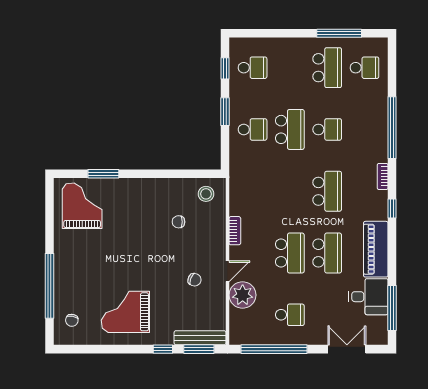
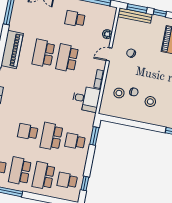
window: (225, 112) -> (94, 136), moved
school desk: (327, 191) -> (44, 176), moved
stool: (206, 194) -> (119, 93), moved
stool: (151, 212) -> (150, 102), added
plant: (243, 295) -> (107, 34), width x0.53, depth x0.53
desk: (368, 297) -> (86, 99), moved, turned 180

